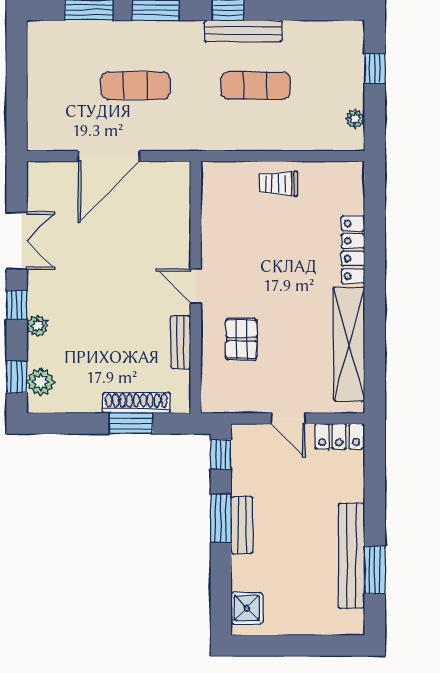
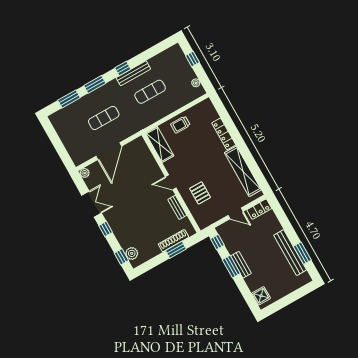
shelving: (216, 199) -> (160, 144), added
plant: (37, 326) -> (85, 173), moved

